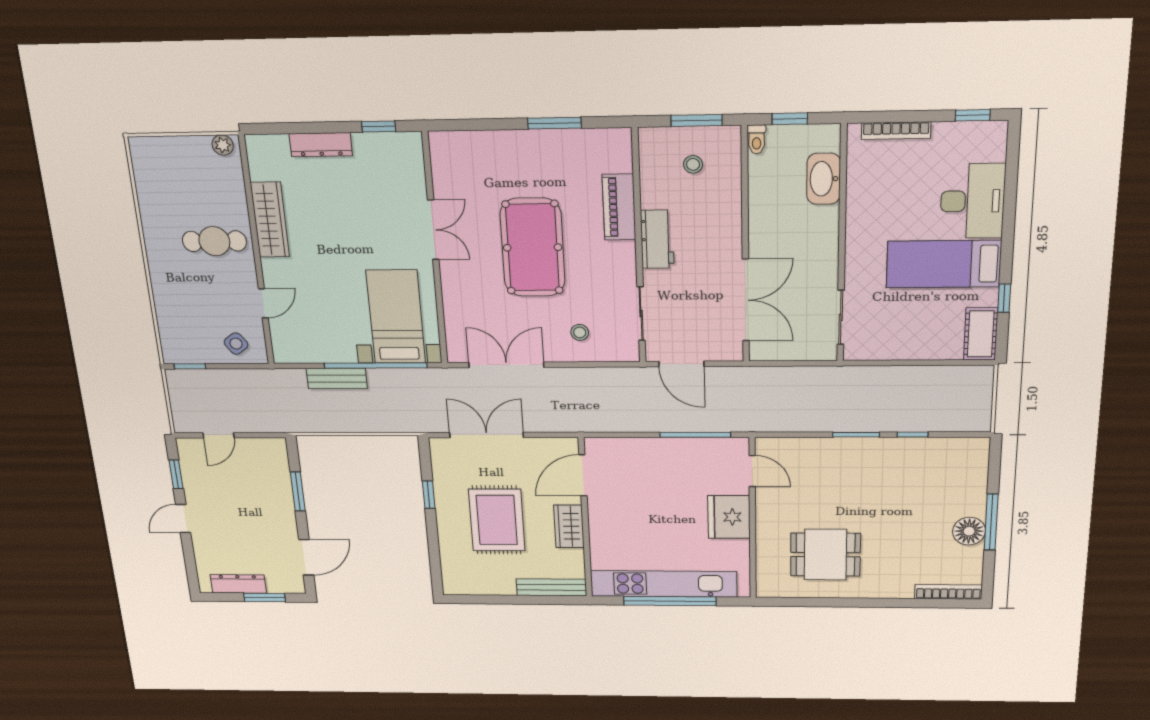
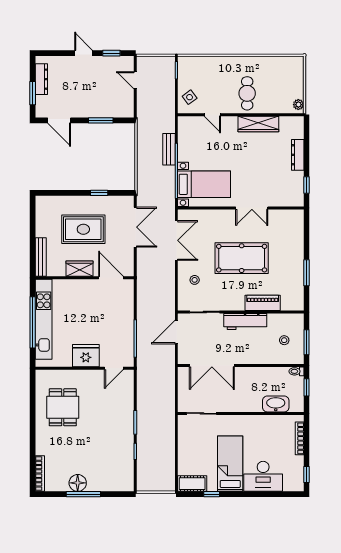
workbench: (657, 239) -> (245, 321), width x1.38

